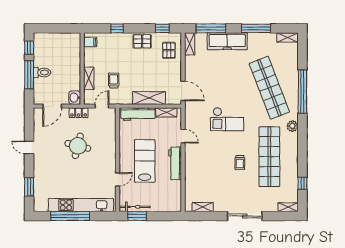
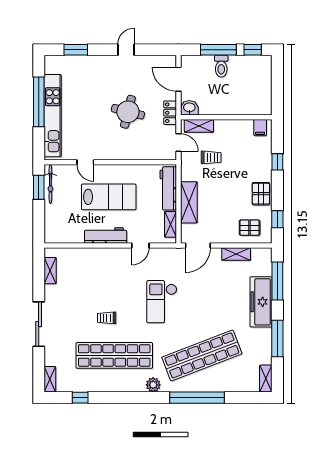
shelving: (190, 44) -> (236, 254), moved
shelving: (89, 78) -> (199, 126), moved

